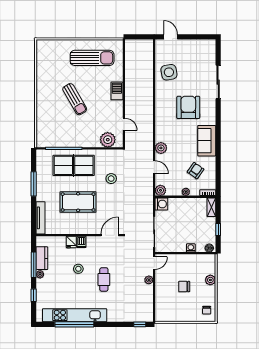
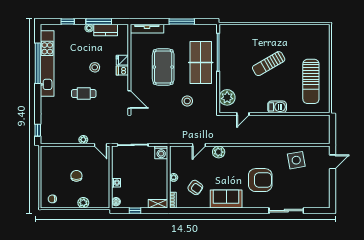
plant: (160, 190) -> (175, 152), removed

